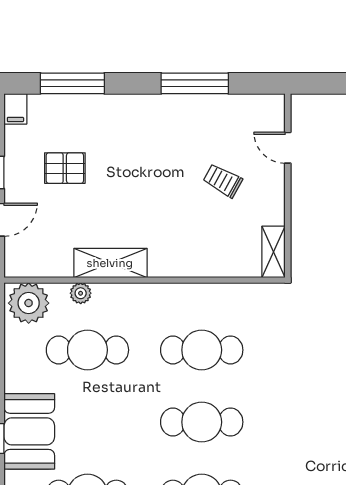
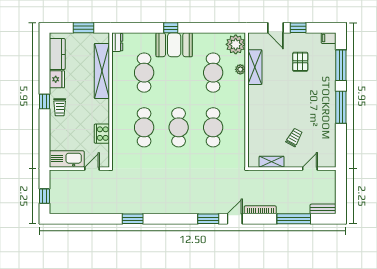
window: (195, 83) -> (341, 107), moved
shelving: (274, 252) -> (272, 162), moved
shelving: (110, 263) -> (255, 67), moved

